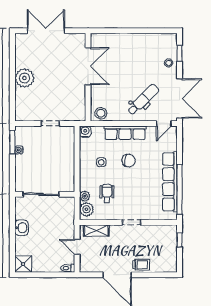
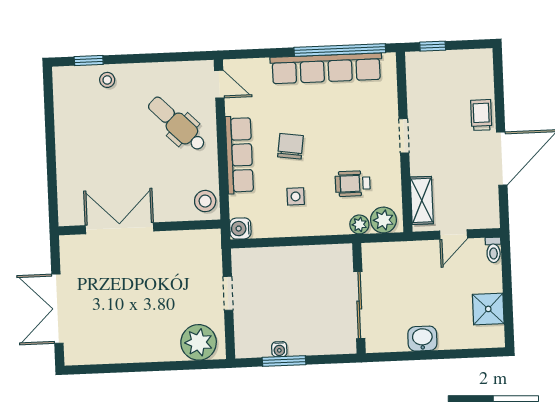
plant: (24, 78) -> (199, 342), moved
double door: (180, 98) -> (172, 57), removed
window: (12, 142) -> (284, 361), moved
shower: (23, 264) -> (488, 309), moved

